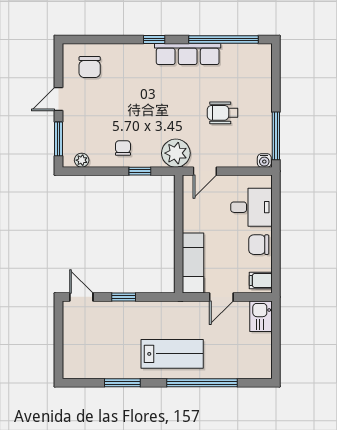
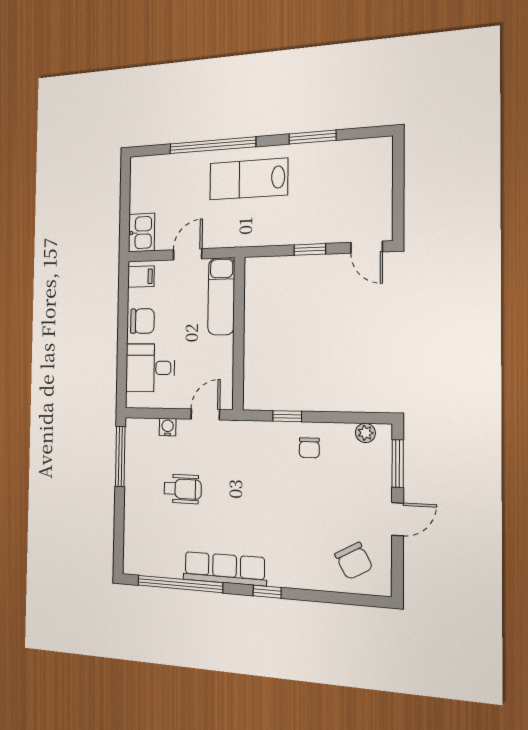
chair: (90, 67) -> (354, 561), turned 151
plant: (176, 153) -> (241, 439), removed
water cooler: (264, 161) -> (168, 427), moved

